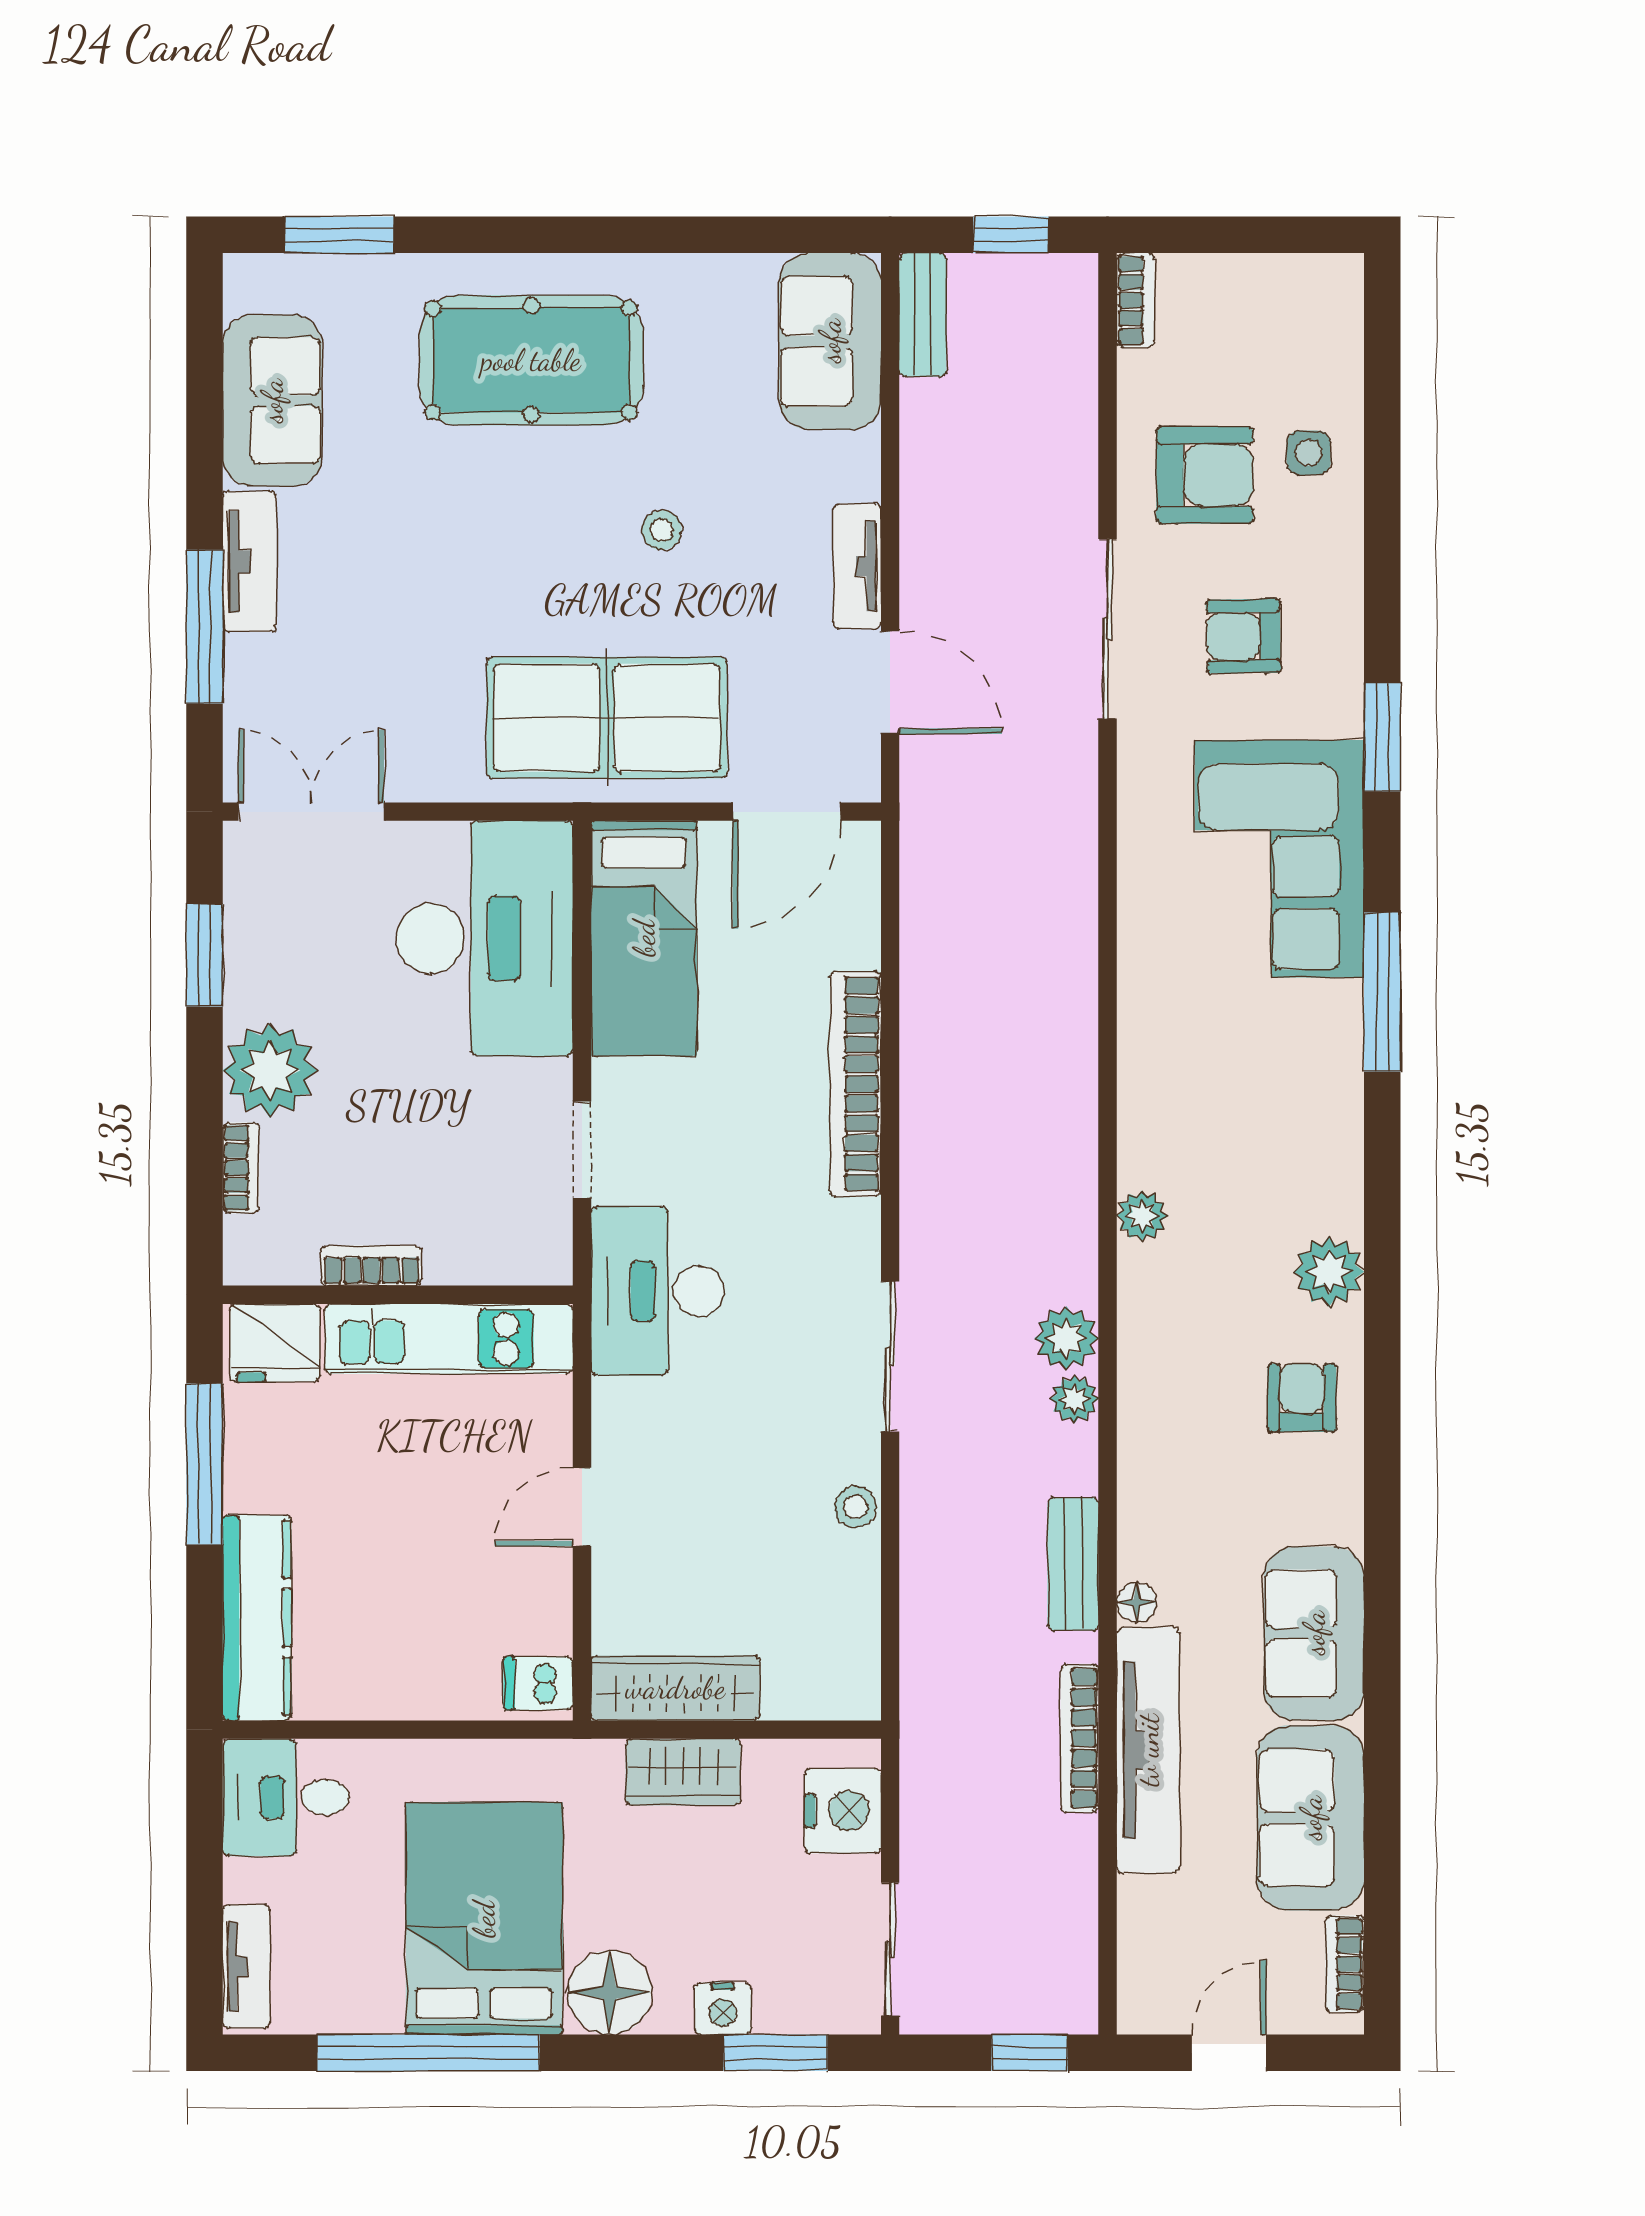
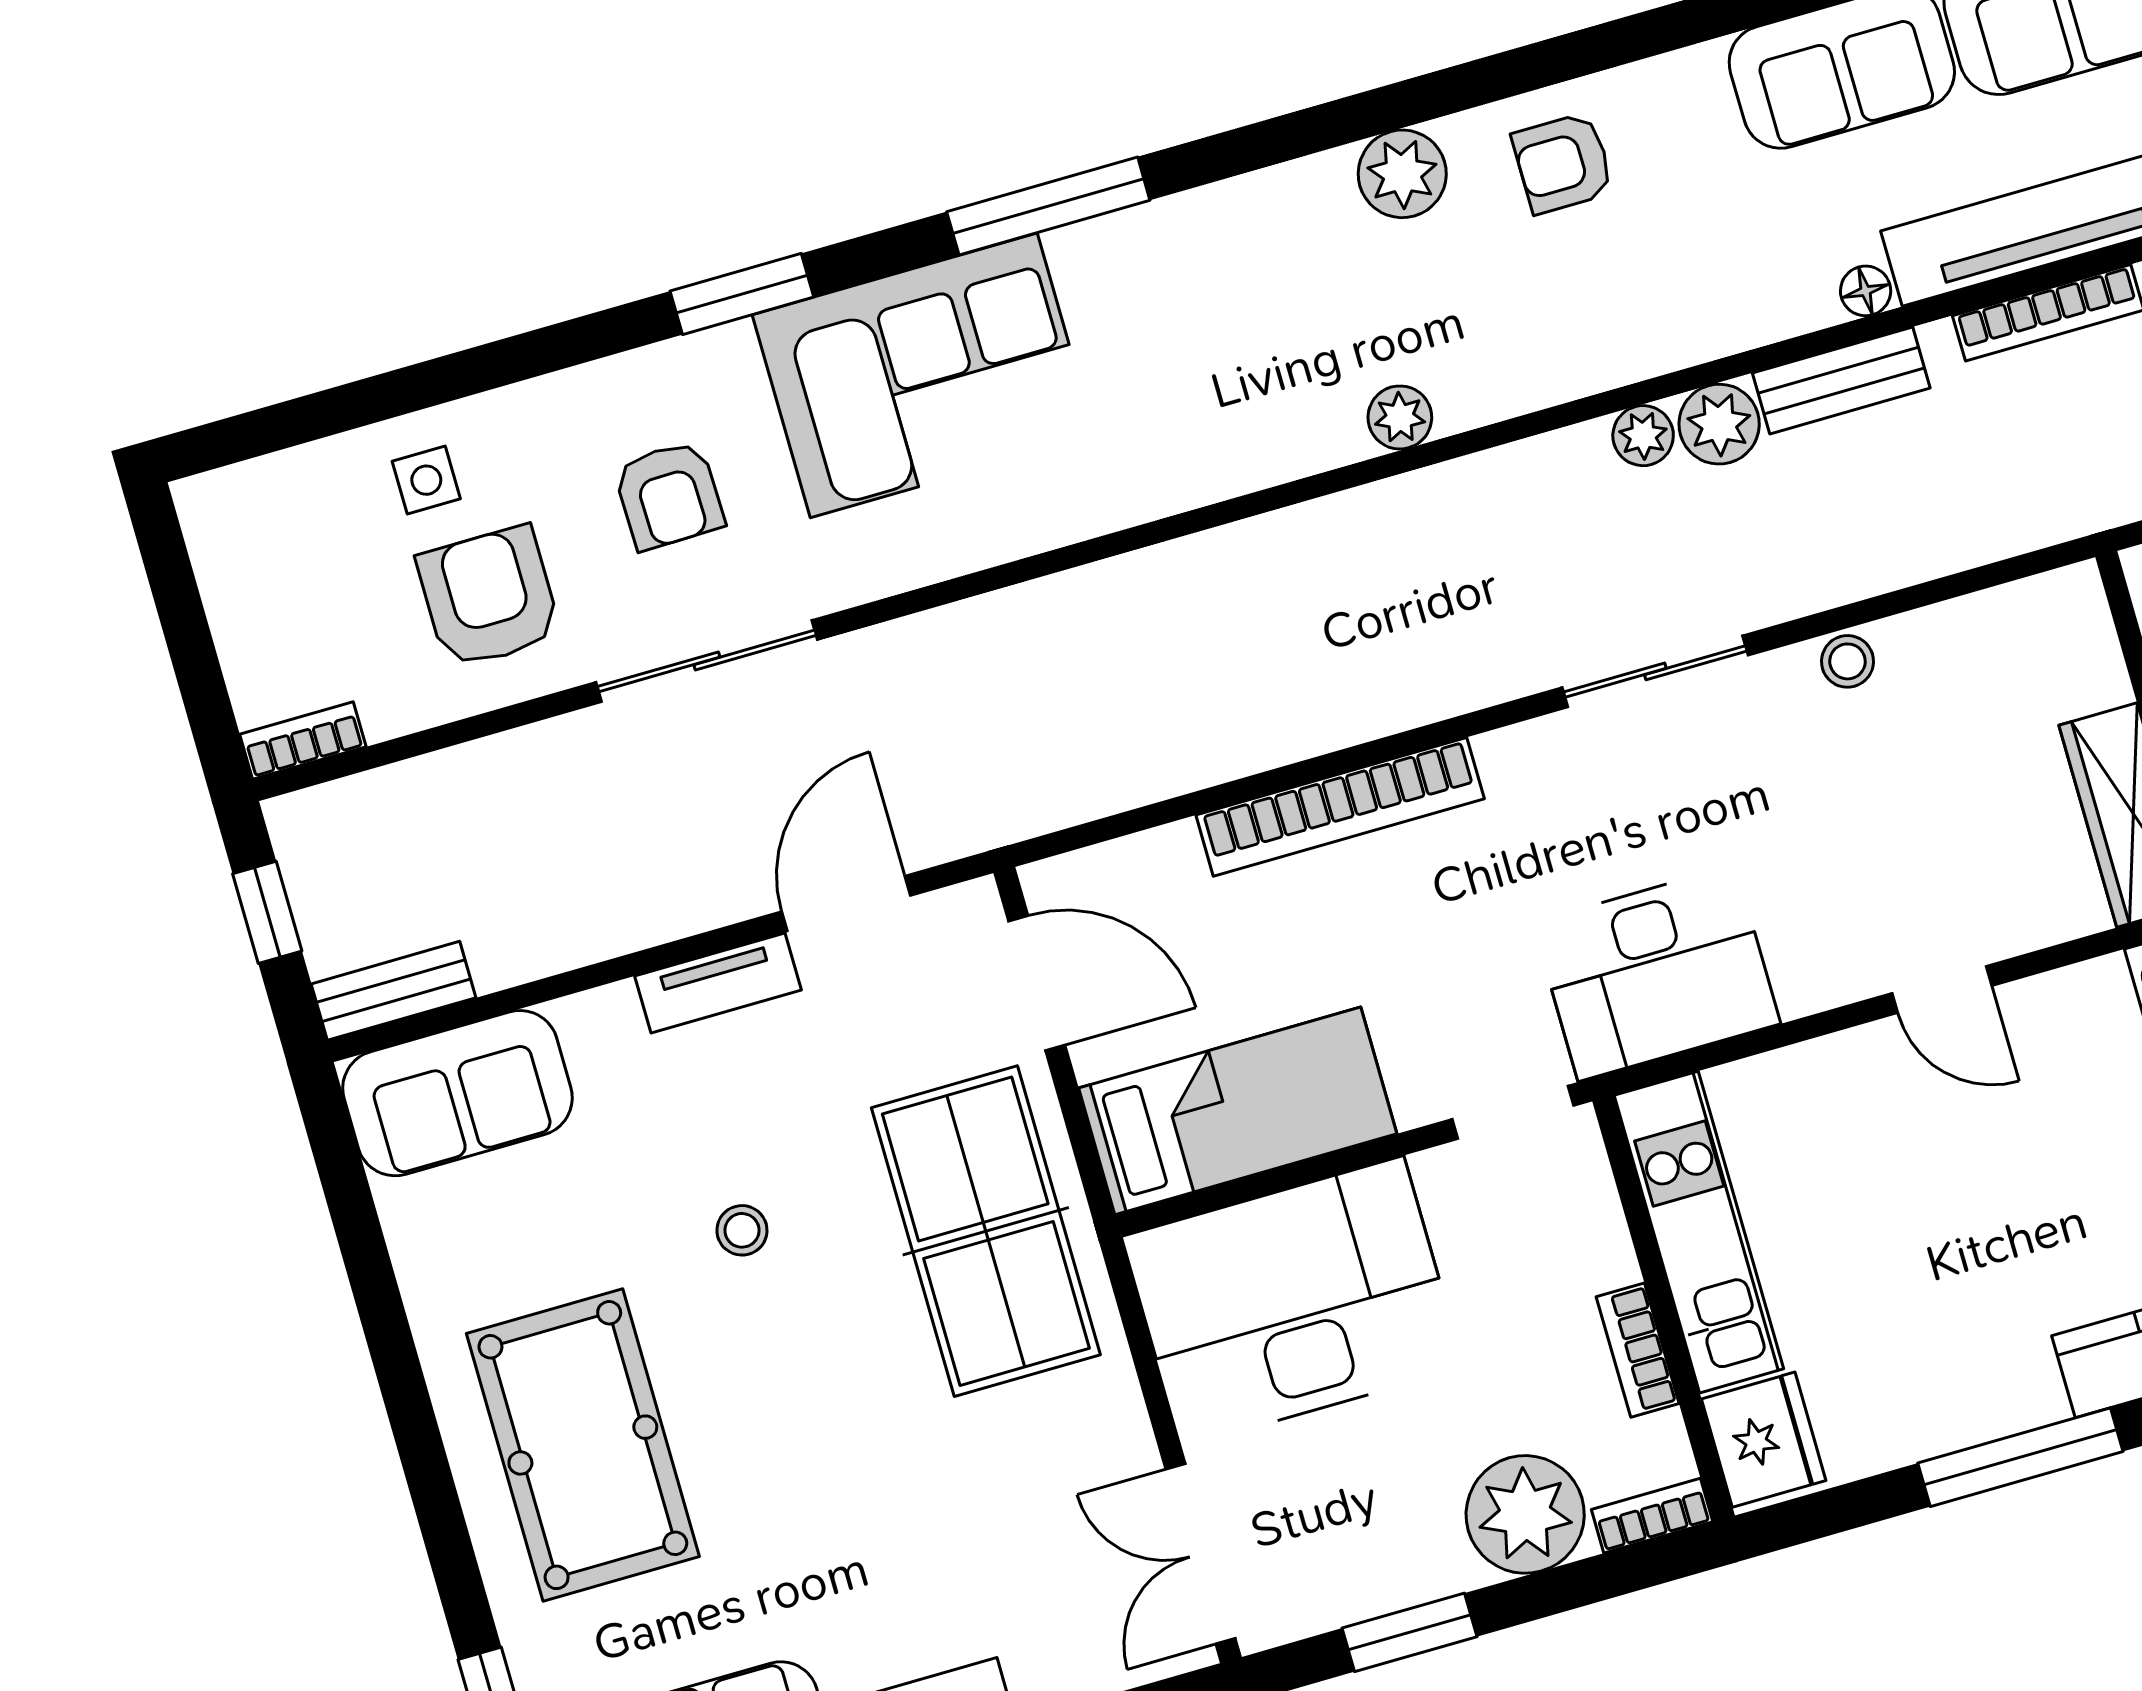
bookcase: (371, 1266) -> (1638, 1350), moved
wall: (398, 1295) -> (1664, 1308), moved
plant: (1066, 1338) -> (1719, 424), moved
kitchen unit: (449, 1339) -> (1699, 1232), moved
fridge: (275, 1343) -> (1764, 1440), moved

